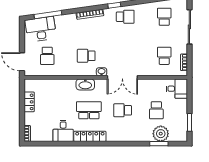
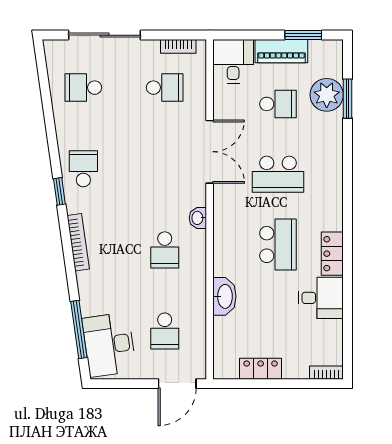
school desk: (47, 56) -> (165, 331), turned 90
school desk: (164, 56) -> (165, 88), turned 180
double door: (122, 77) -> (210, 152), moved
washbasin: (85, 84) -> (224, 296), moved
school desk: (89, 110) -> (278, 244), turned 180
school desk: (123, 110) -> (278, 174), width x1.85
piano: (182, 112) -> (281, 51), added
locker: (90, 136) -> (332, 254), width x0.66

